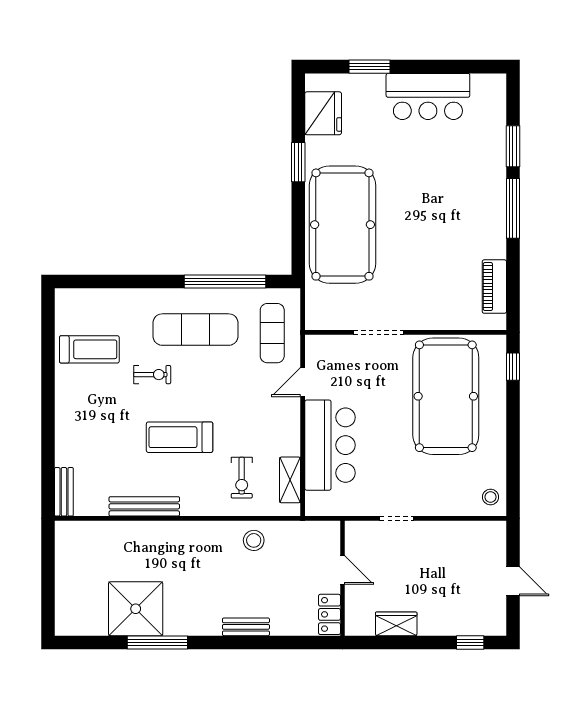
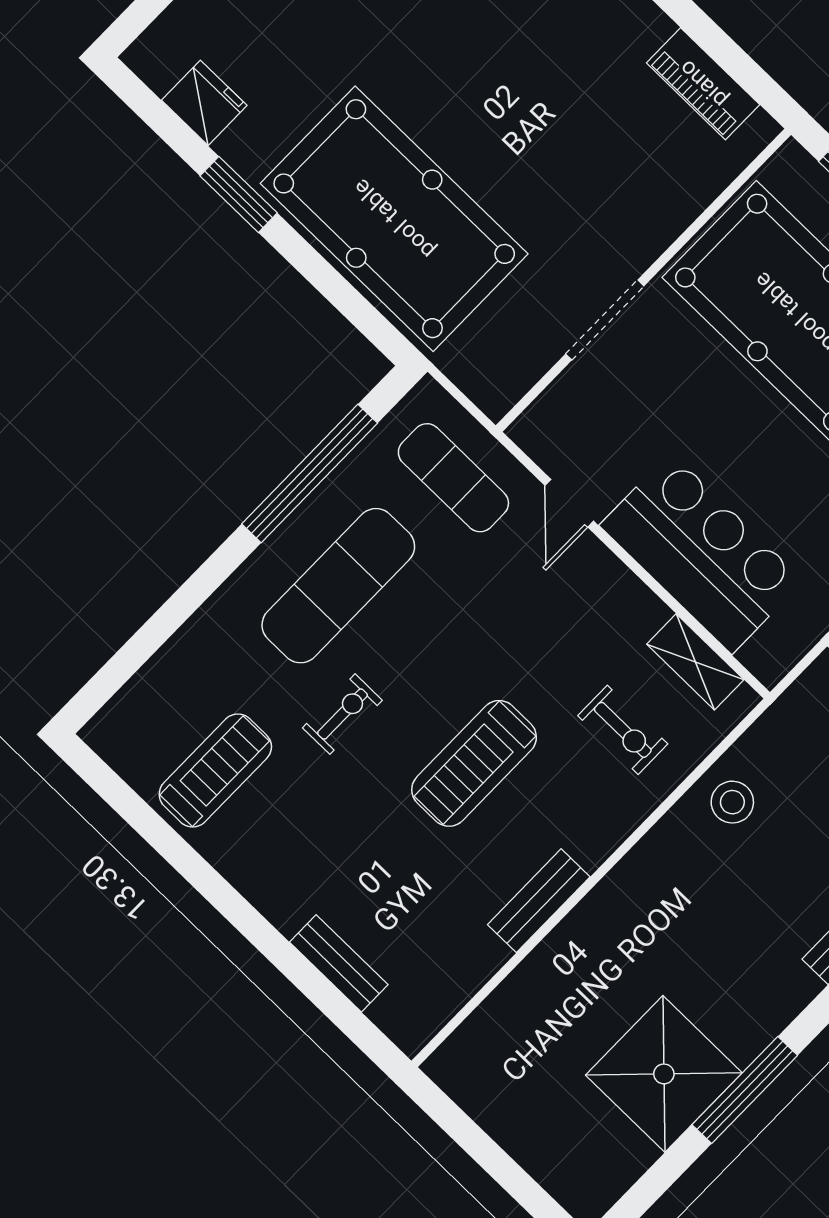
fridge: (323, 113) -> (204, 103), width x0.73, depth x0.75
bench: (64, 492) -> (339, 963), moved
bench: (144, 506) -> (539, 901), width x0.73

